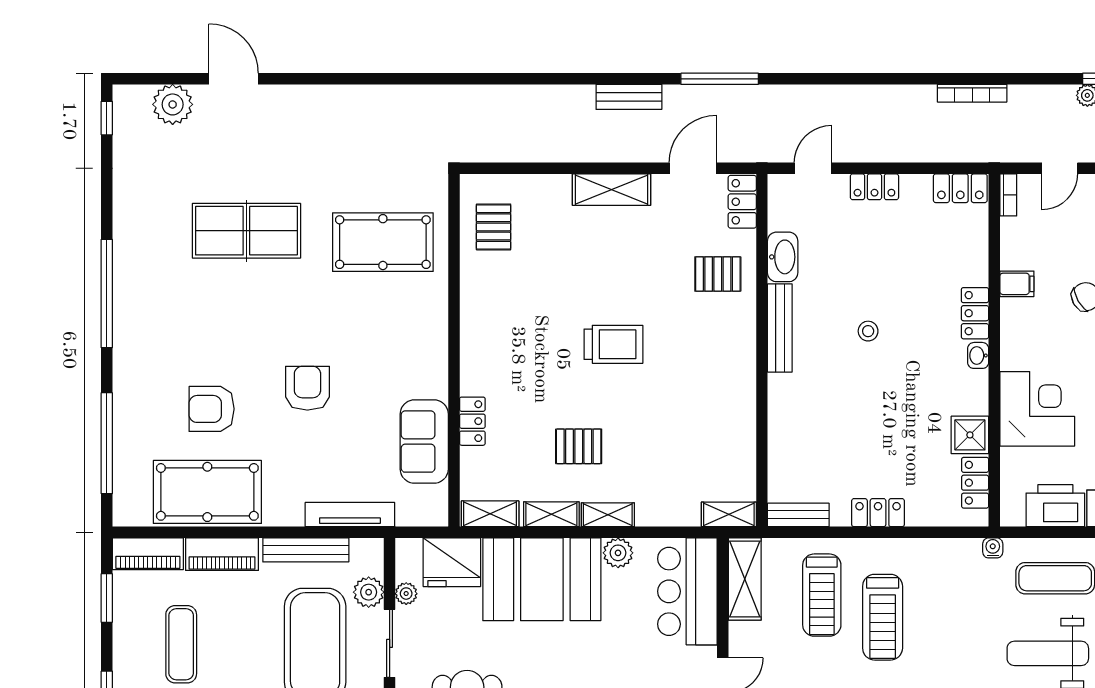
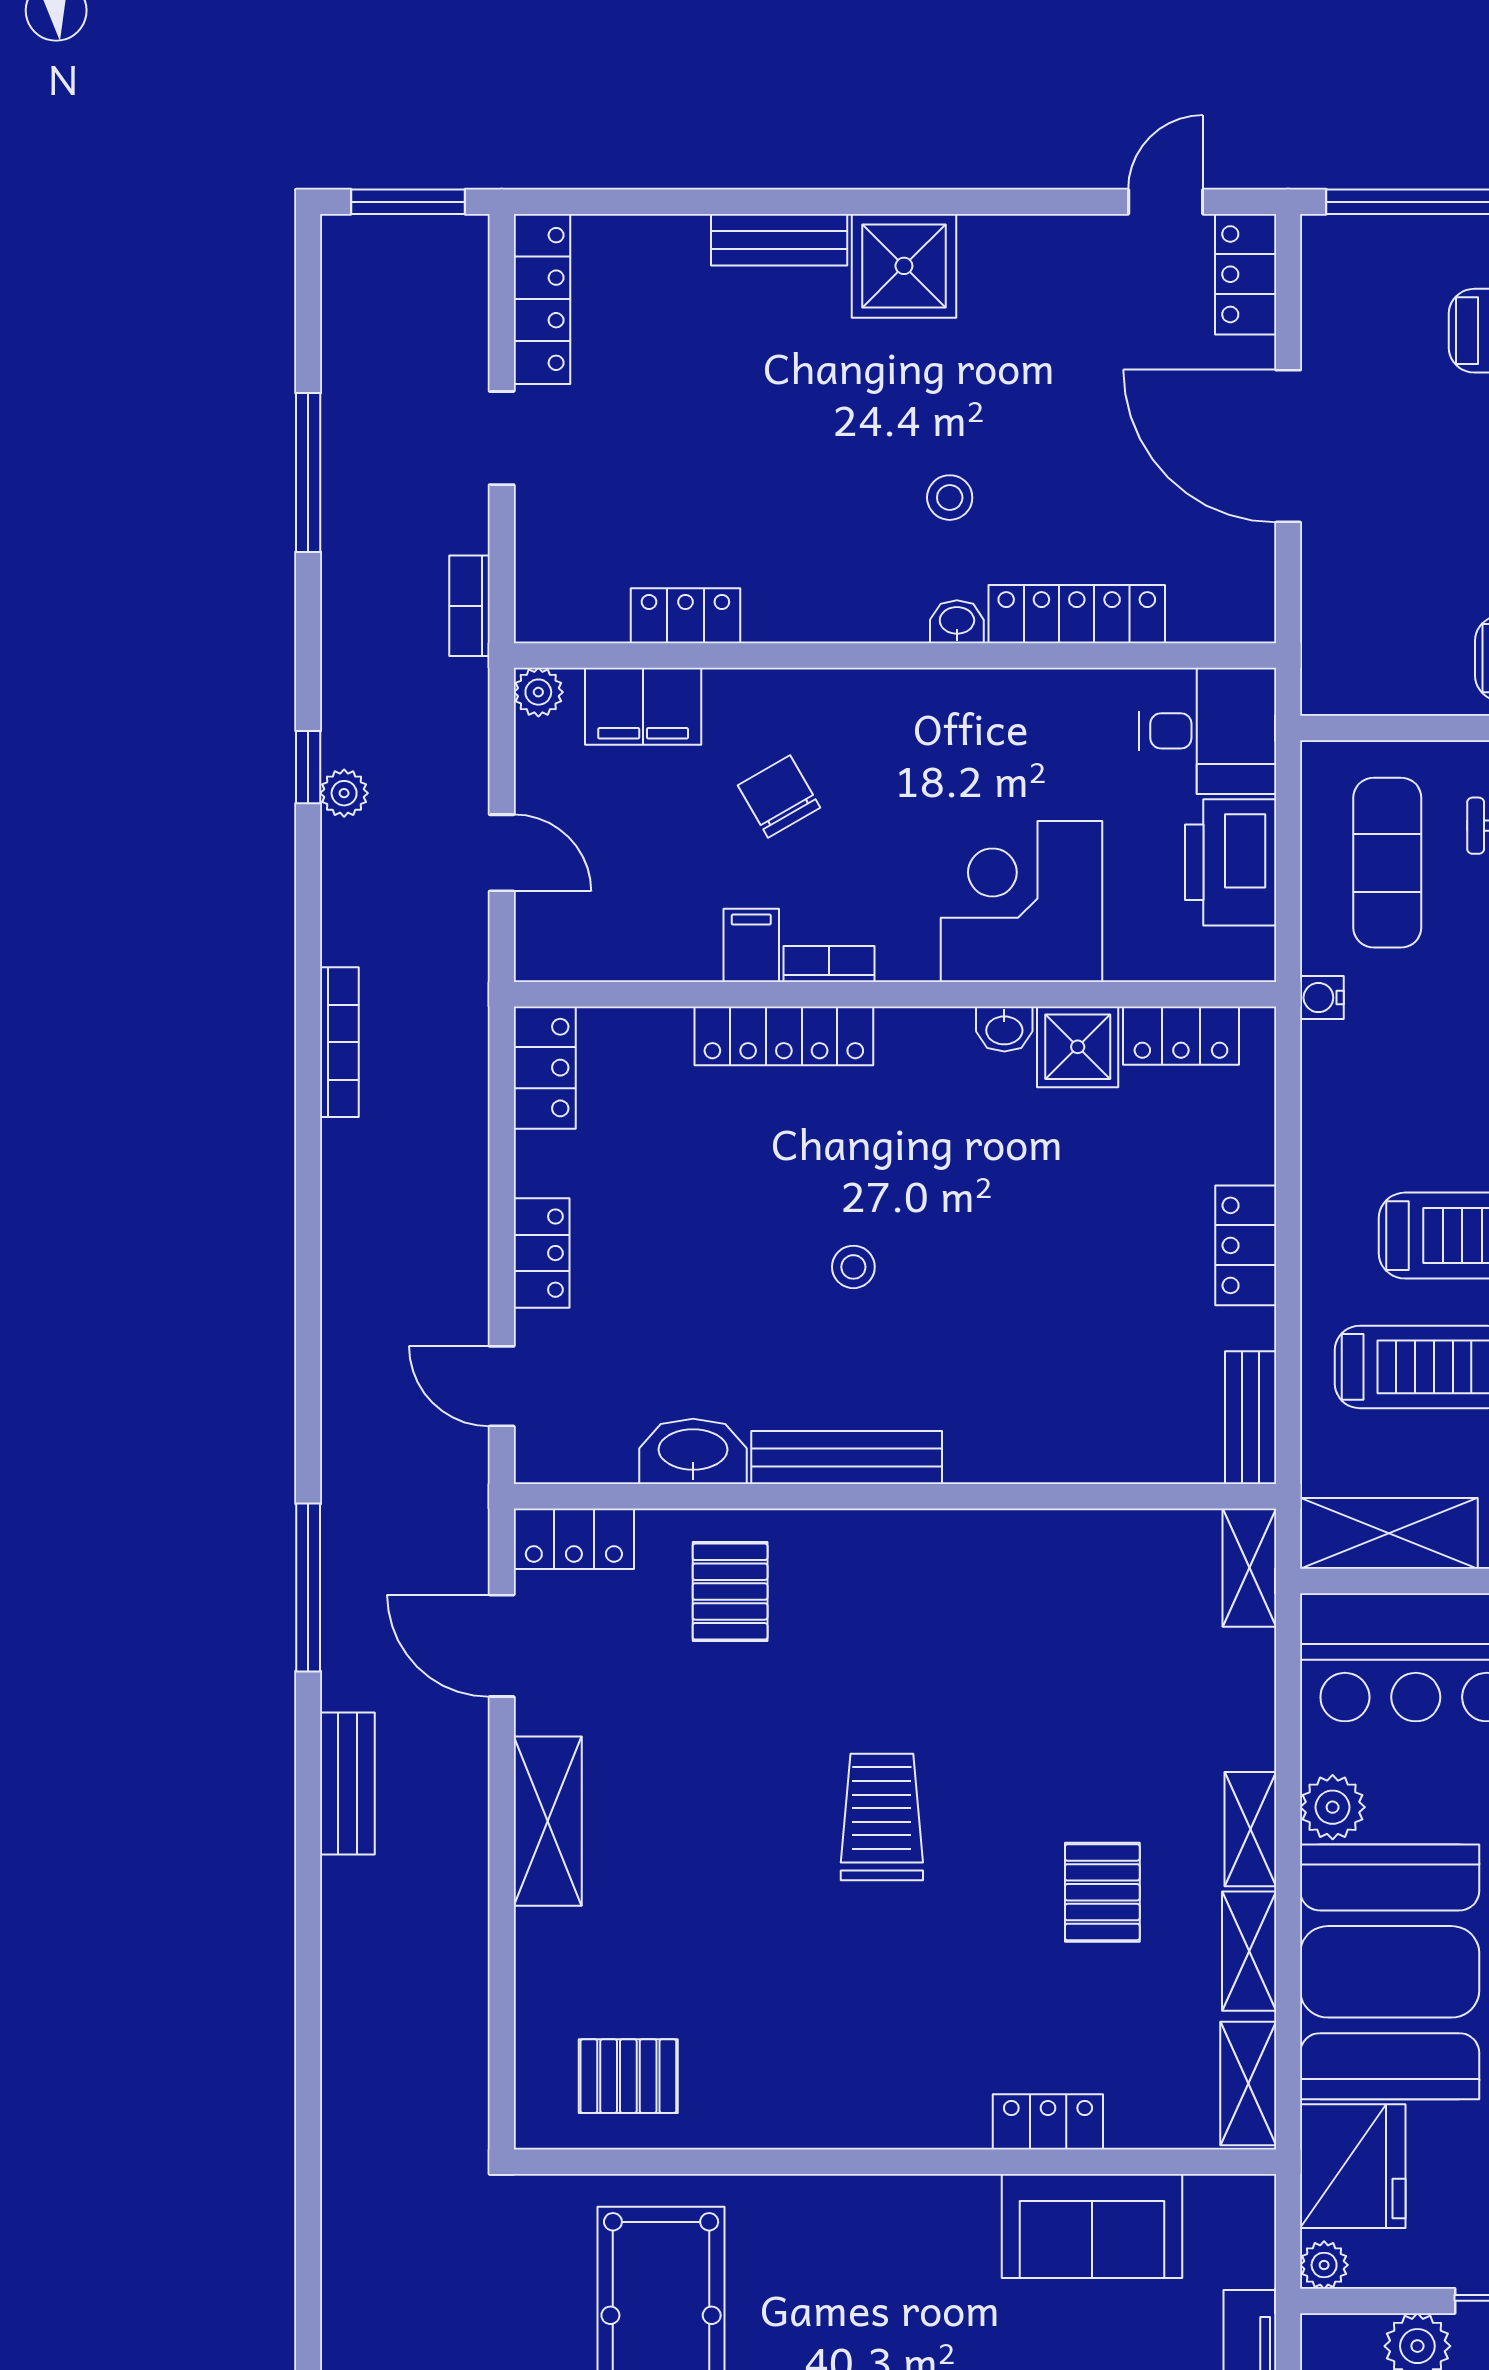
bookcase: (1008, 195) -> (829, 964), moved
locker: (975, 313) -> (784, 1036), width x1.53
washbasin: (978, 355) -> (1004, 1029), moved
plant: (406, 594) -> (1324, 2265), moved

